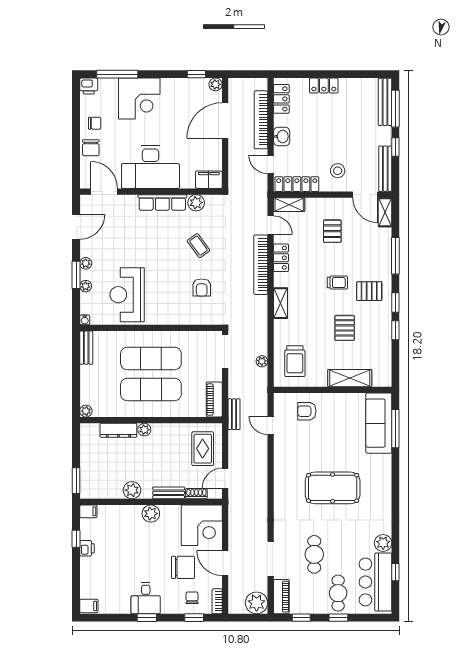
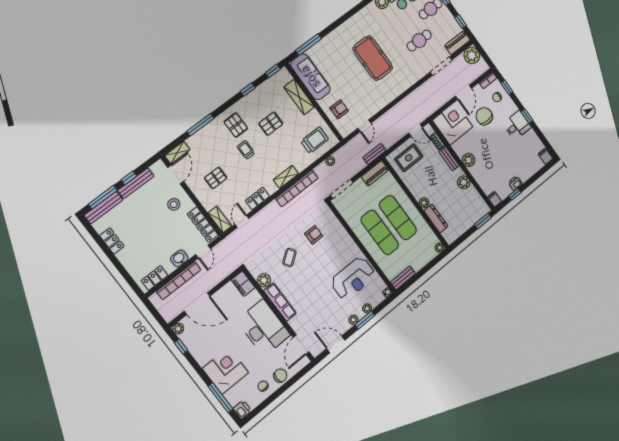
locker: (324, 86) -> (112, 241), moved
bench: (385, 169) -> (136, 183), moved
bookcase: (261, 265) -> (297, 188), moved
window: (395, 302) -> (273, 71), moved
armchair: (307, 411) -> (339, 109), turned -90
sofa: (379, 423) -> (310, 77), moved, turned -90

